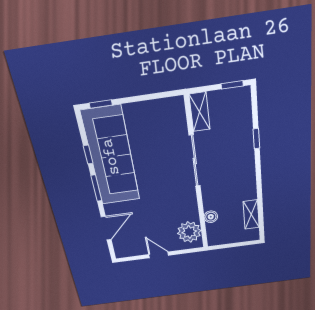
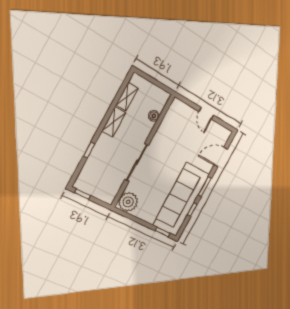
shelving: (200, 112) -> (114, 122), moved
plant: (189, 232) -> (128, 202), moved

